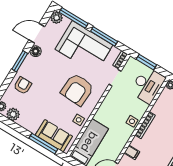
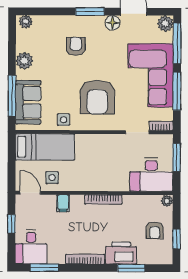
armchair: (23, 86) -> (76, 46), moved, turned -90
armchair: (77, 90) -> (97, 97), turned -93
plant: (13, 114) -> (24, 61), moved
side table: (132, 121) -> (52, 177), moved

